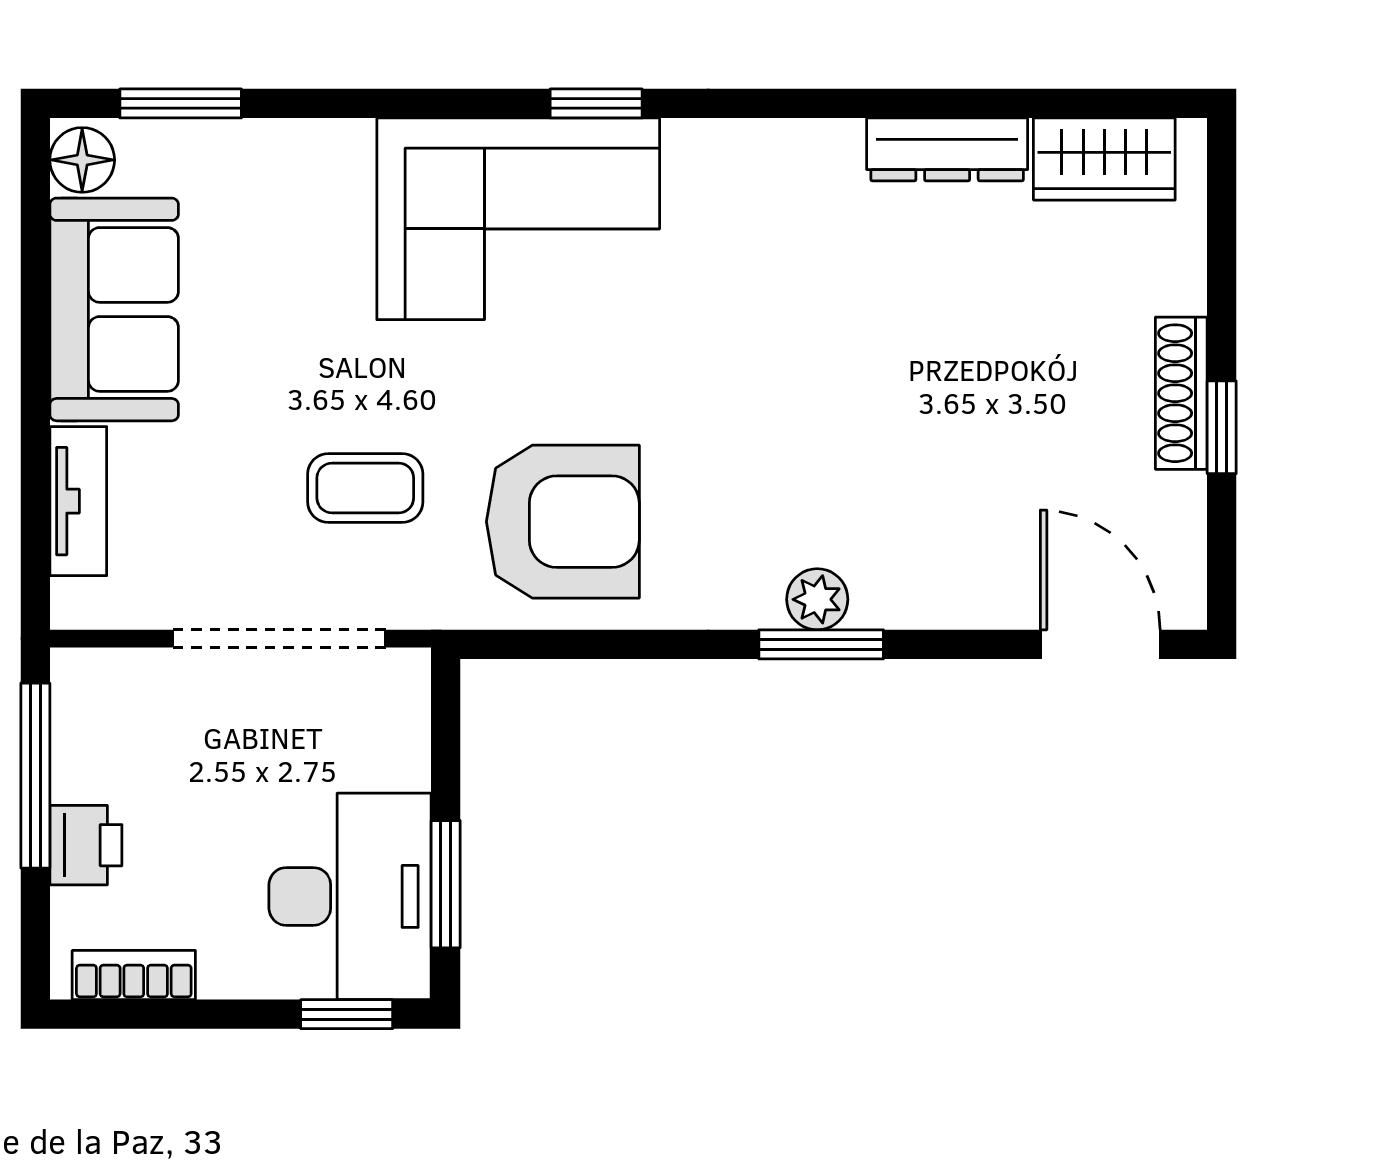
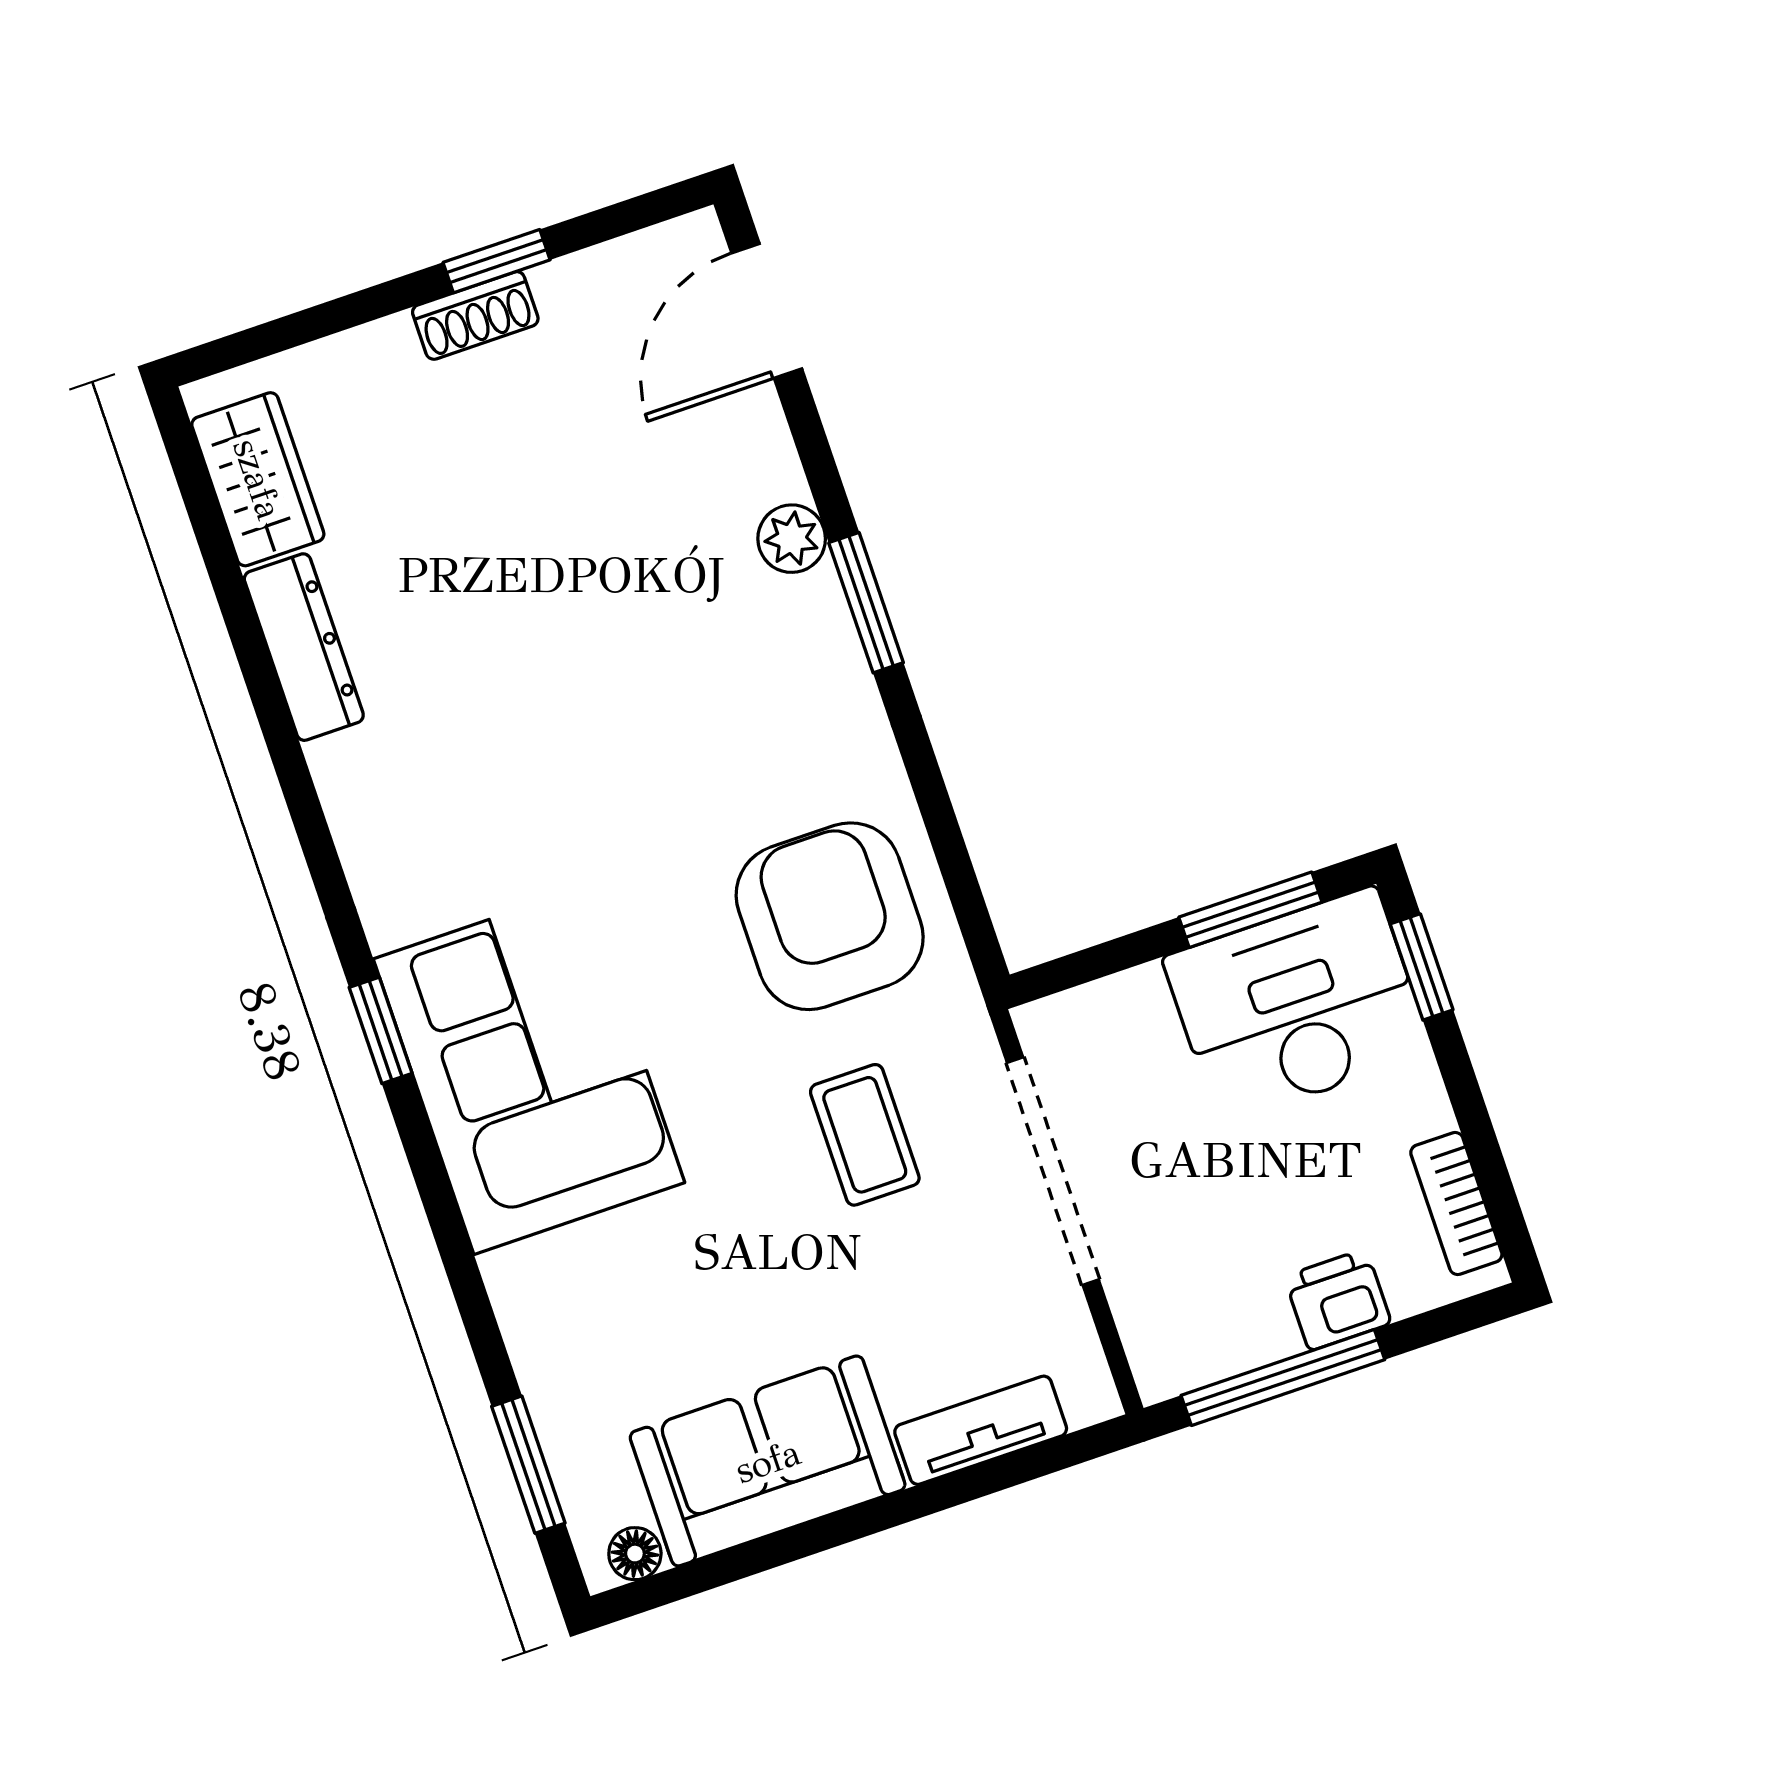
floor lamp: (82, 160) -> (635, 1554), width x0.73, depth x0.73
shoe rack: (1181, 393) -> (475, 315), width x0.70
plant: (817, 599) -> (792, 539), moved

